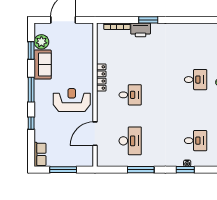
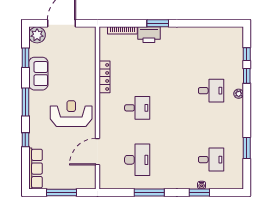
plant: (41, 42) -> (37, 35), moved
locker: (101, 77) -> (105, 77), moved
row of seats: (40, 154) -> (35, 169), width x1.48

